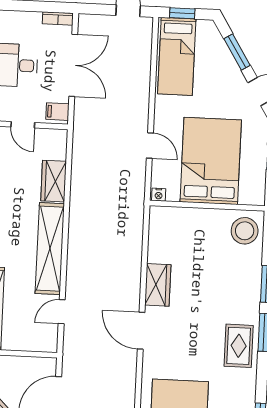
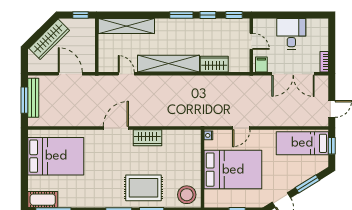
door: (23, 125) -> (251, 41), swing flipped
rug: (239, 346) -> (144, 188), moved, width x1.36, depth x1.43

